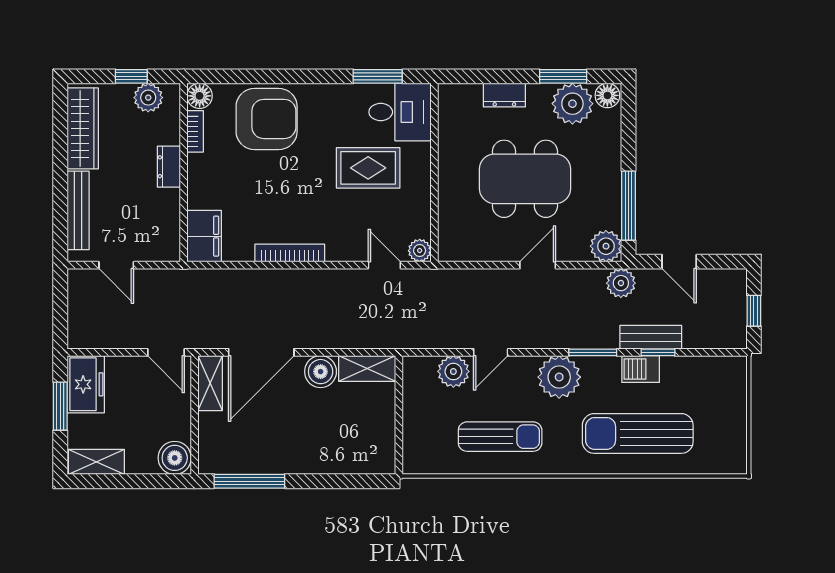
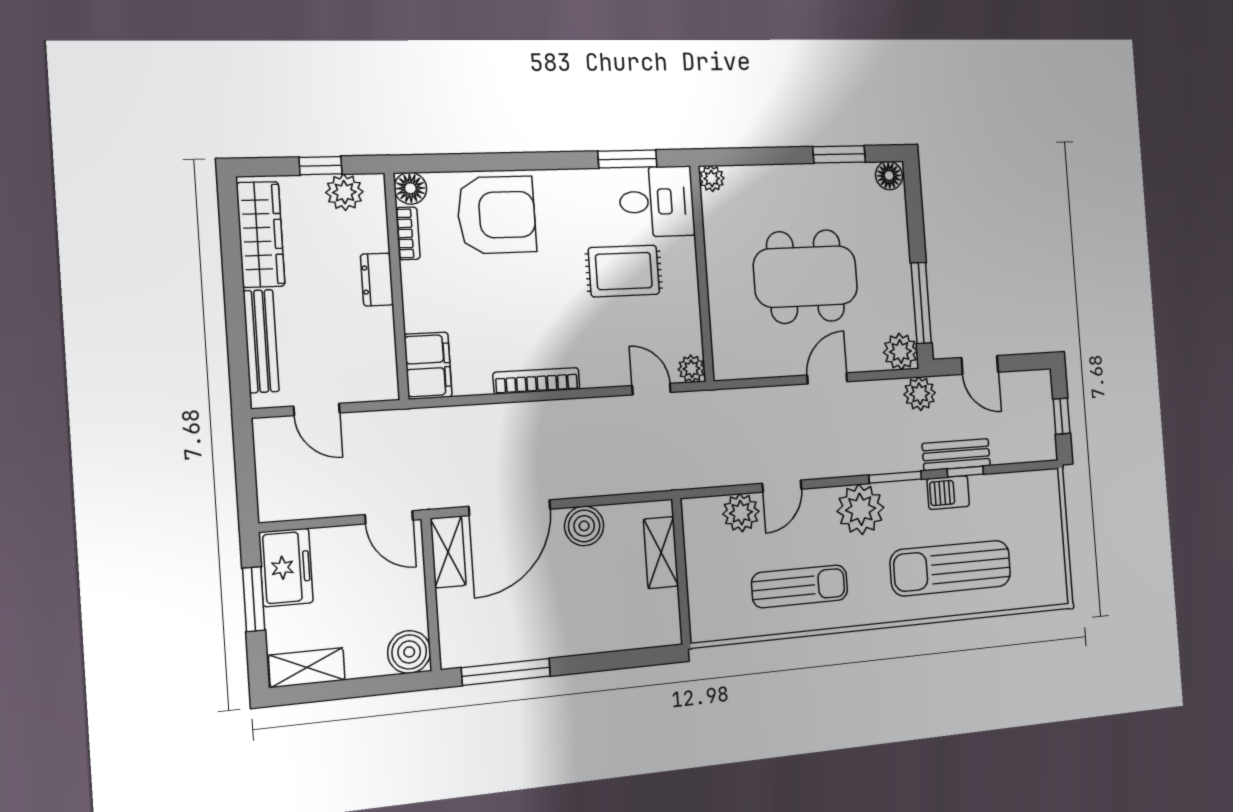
dresser: (504, 95) -> (775, 178), removed
plant: (572, 104) -> (712, 178), moved, width x0.53, depth x0.53
shelving: (367, 368) -> (661, 553), moved, turned 90

